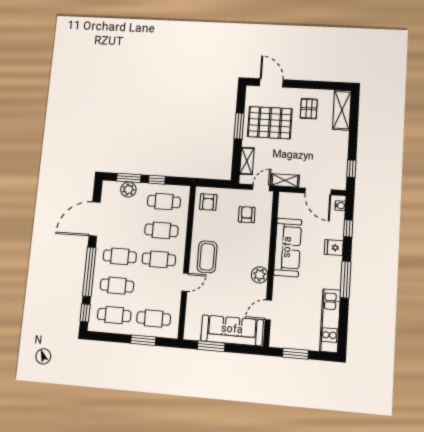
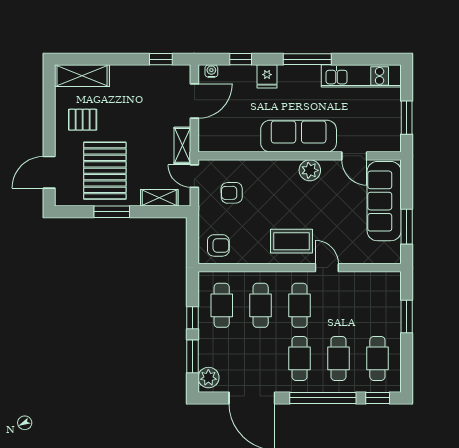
plant: (128, 190) -> (208, 378), moved
sofa: (288, 247) -> (299, 136), moved
cafe table: (154, 318) -> (377, 305), removed

